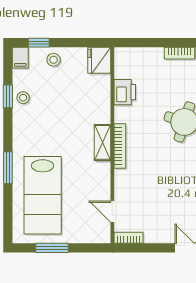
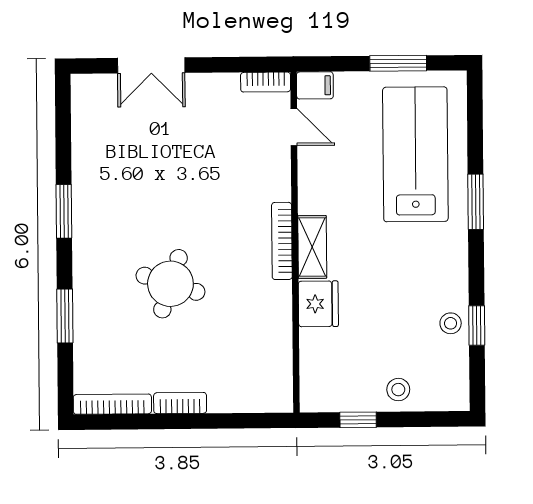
window: (39, 43) -> (358, 420), moved
filing cabinet: (20, 58) -> (315, 85), moved, turned 90
fridge: (99, 60) -> (318, 304), moved
printer: (125, 92) -> (274, 335), removed

